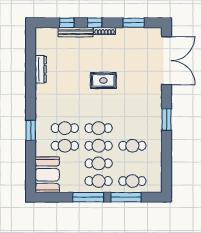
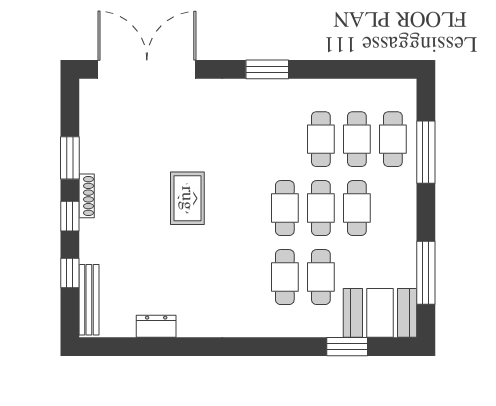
window: (134, 23) -> (70, 158), moved
bench: (76, 32) -> (89, 300), moved
dresser: (41, 69) -> (156, 326), width x0.70
window: (31, 130) -> (347, 347), moved
cafe table: (99, 181) -> (357, 139), moved
window: (88, 197) -> (426, 273), moved

